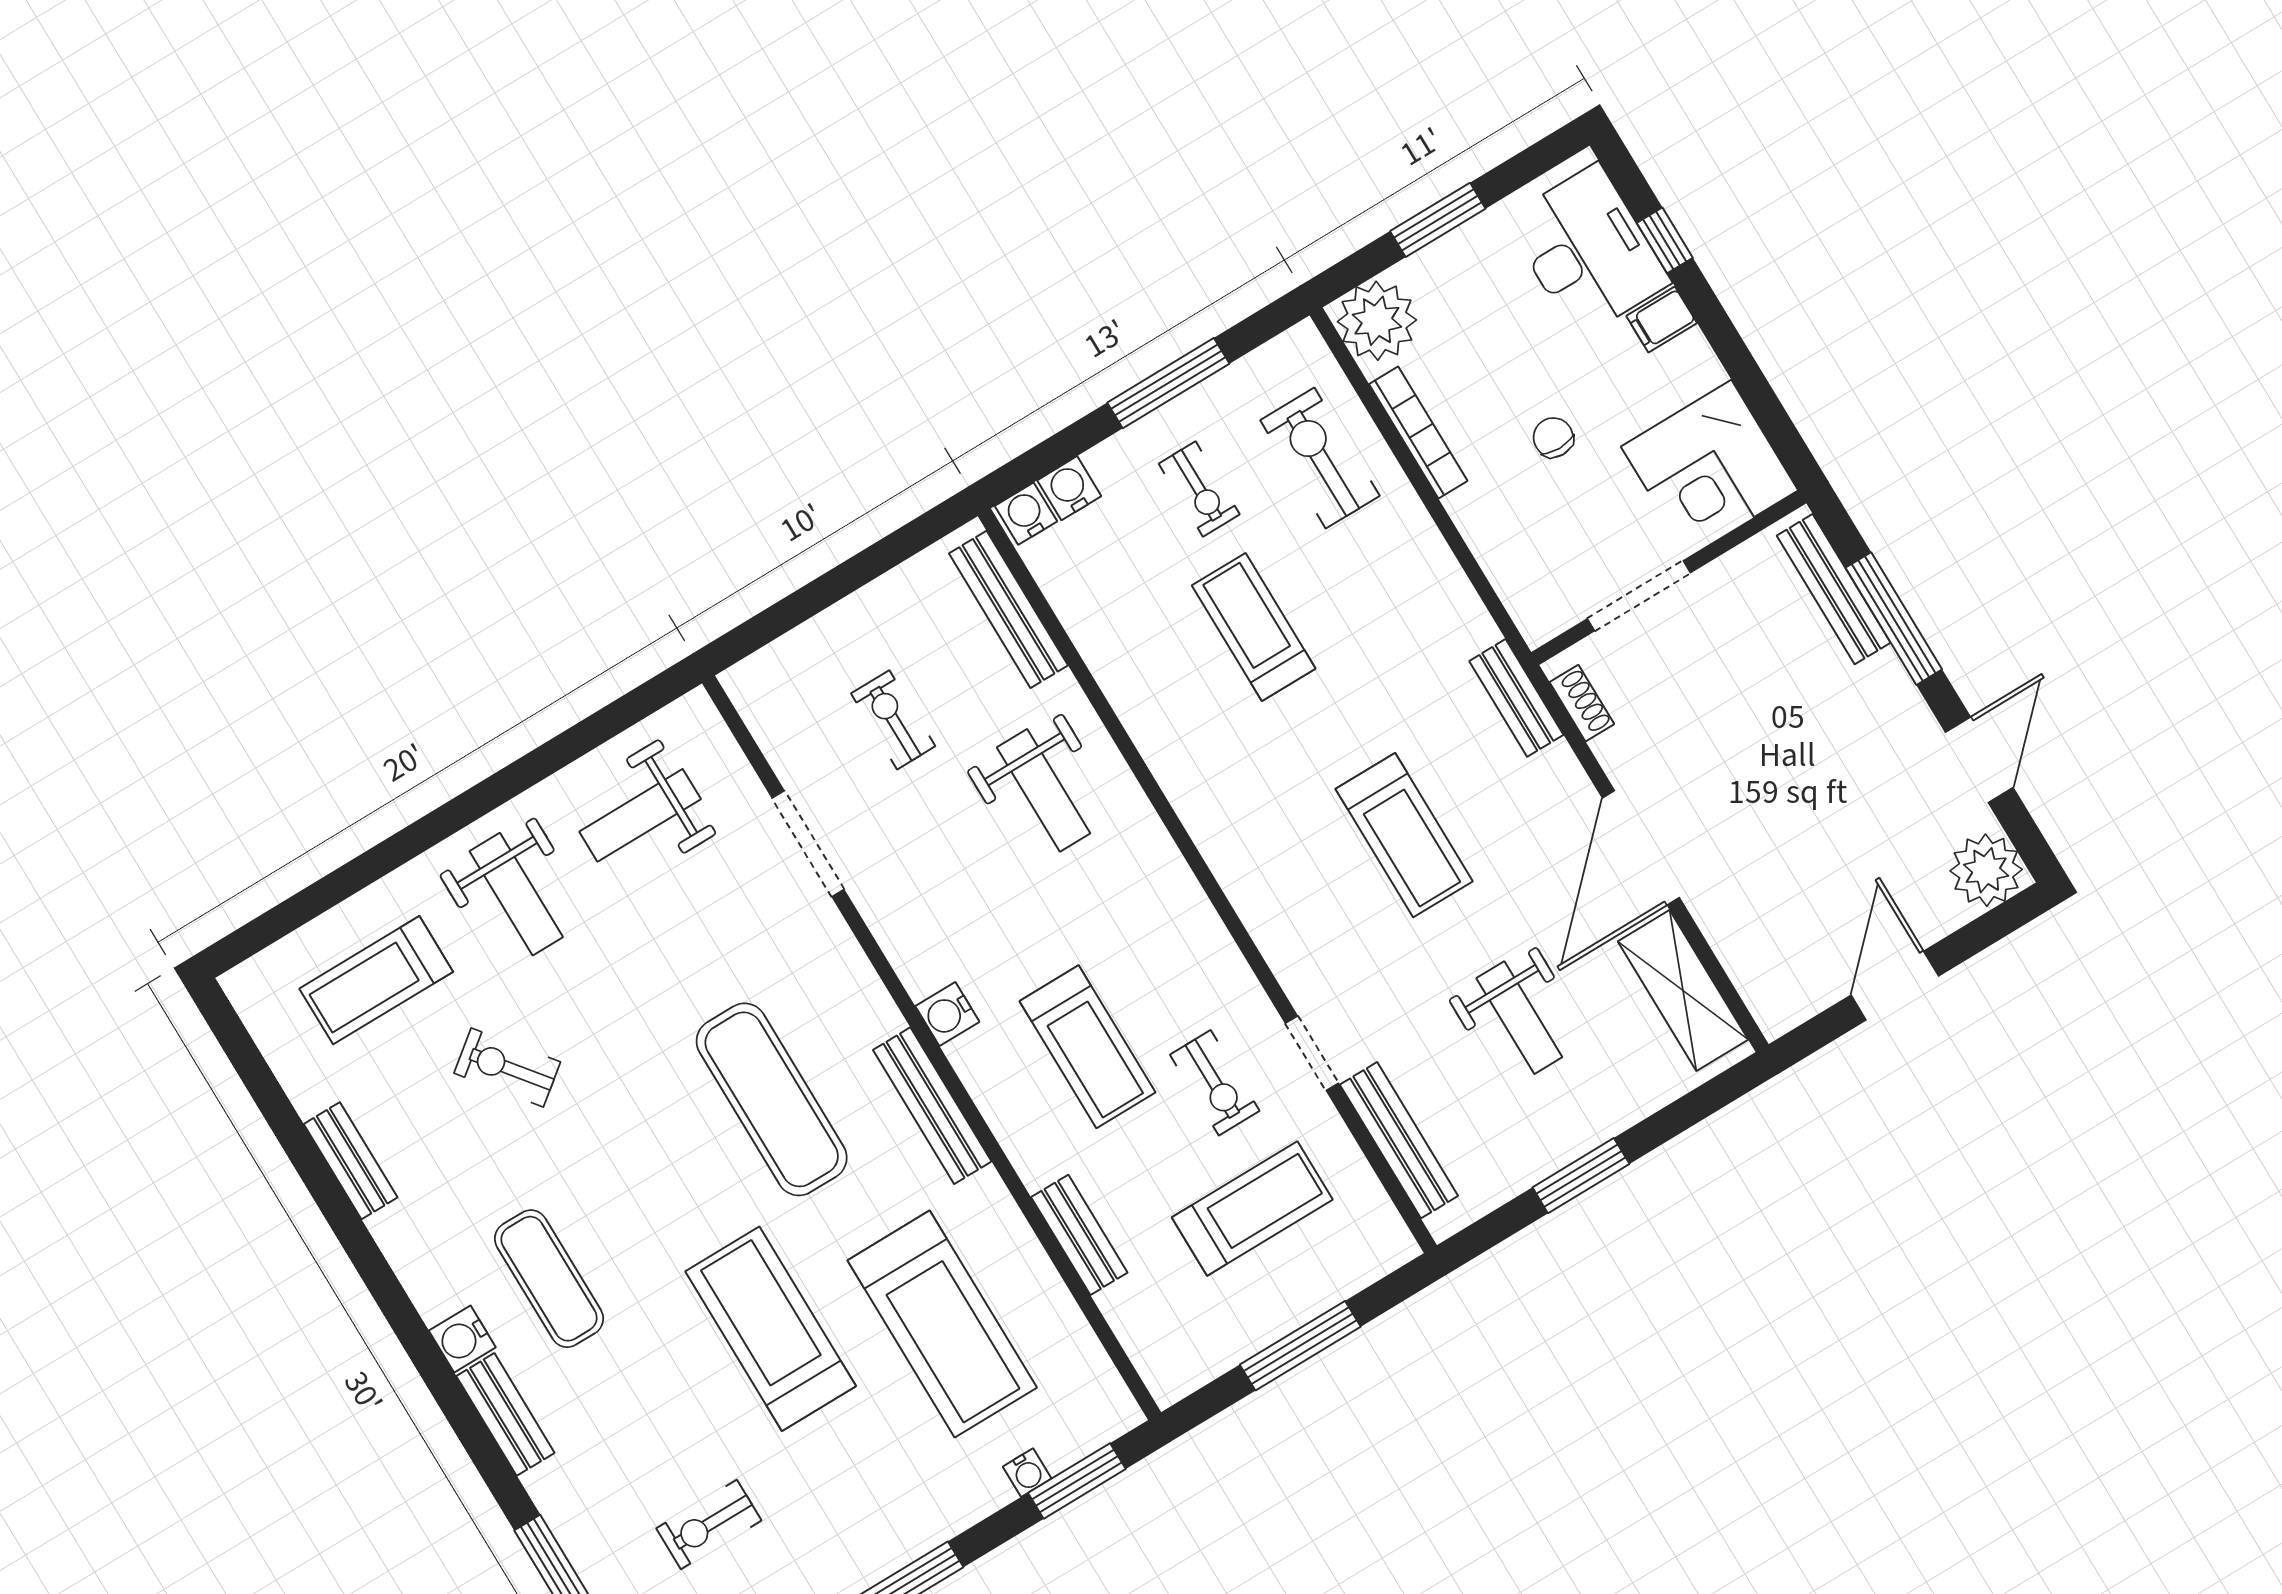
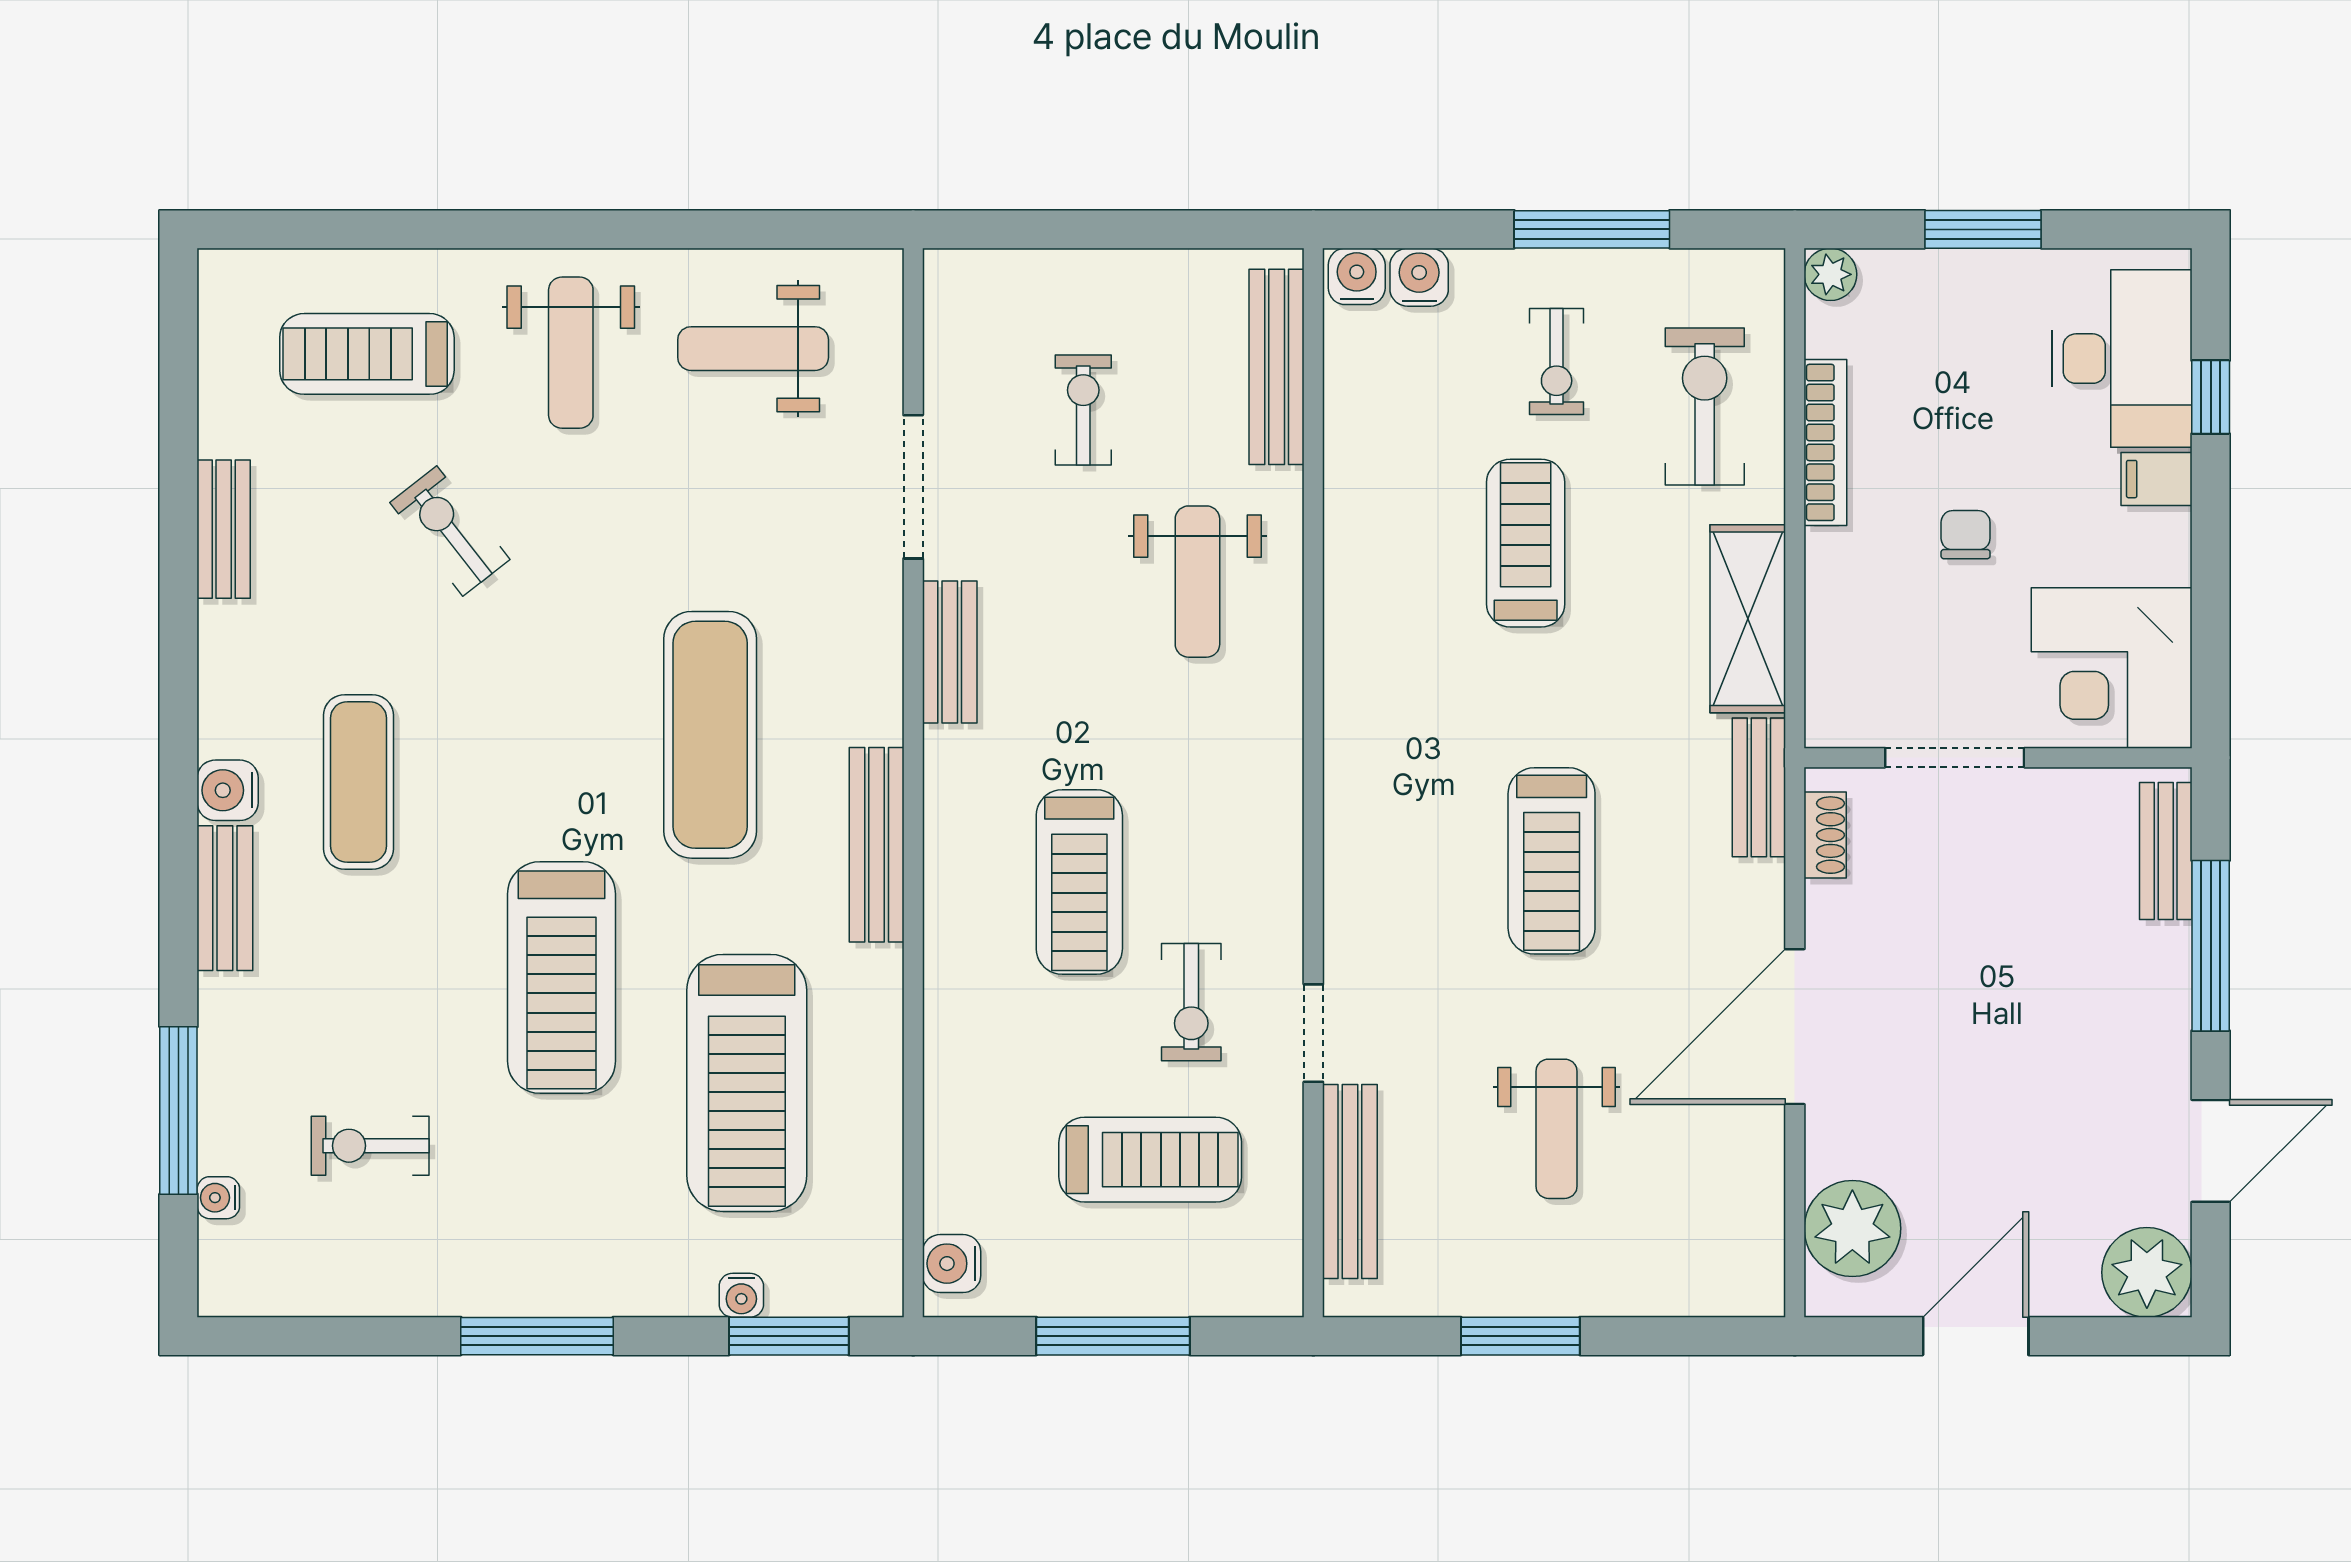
plant: (1377, 321) -> (1830, 274), width x0.53, depth x0.53
bench: (1834, 589) -> (2166, 851), width x0.73
plant: (1765, 963) -> (1852, 1228), added
shelving: (1683, 990) -> (1748, 619), moved
water cooler: (947, 1014) -> (952, 1264), moved
bench: (1079, 1235) -> (950, 652), moved
treadmill: (771, 1329) -> (562, 978), turned 180

